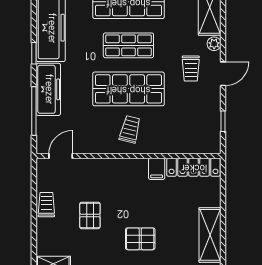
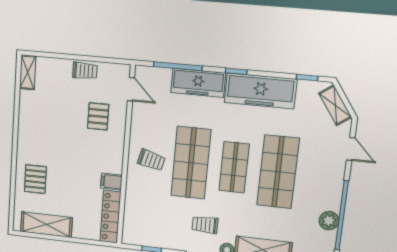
pallet: (90, 215) -> (98, 116), moved, turned 90
pallet: (140, 239) -> (35, 179), moved

